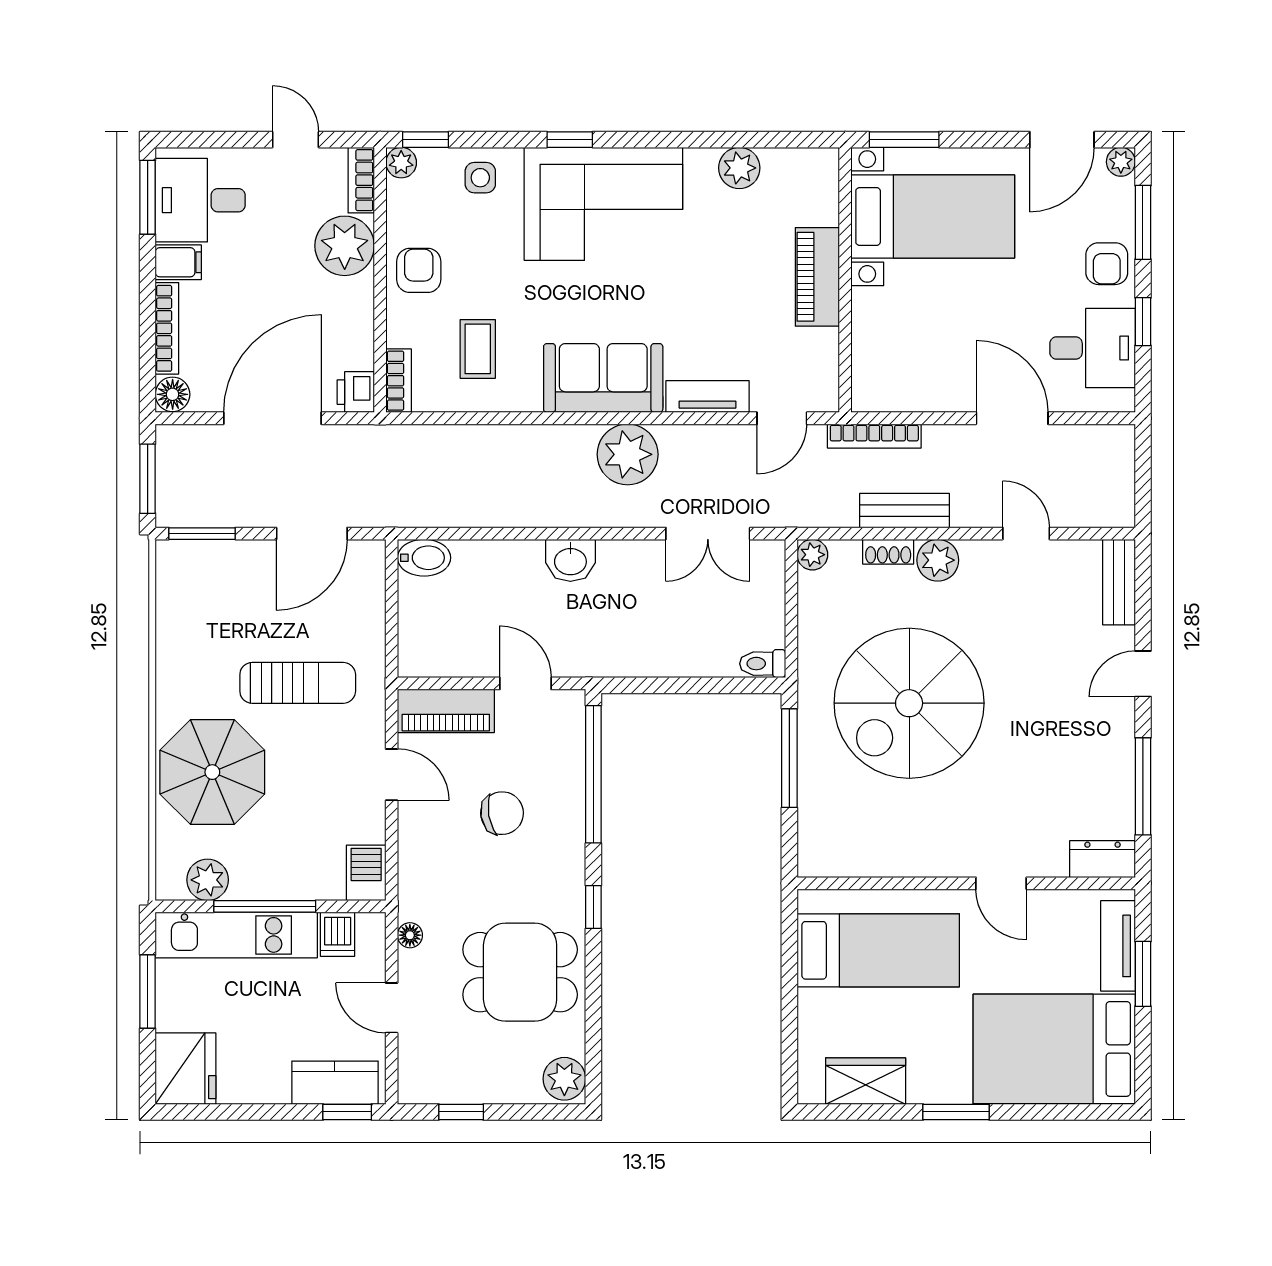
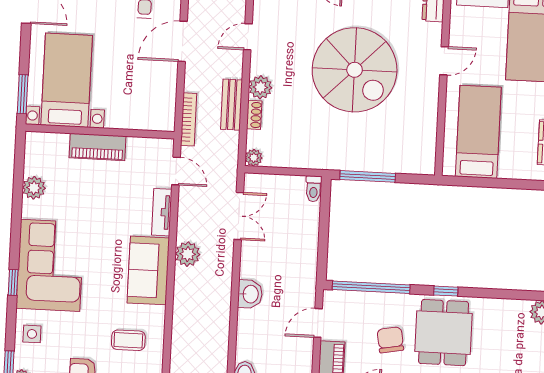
plant: (628, 454) -> (188, 254), width x0.73, depth x0.73
spiral stairs: (909, 703) -> (355, 70), moved
dining table: (520, 972) -> (444, 333), moved

